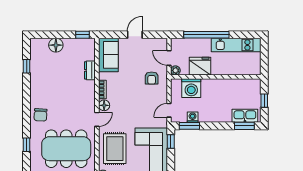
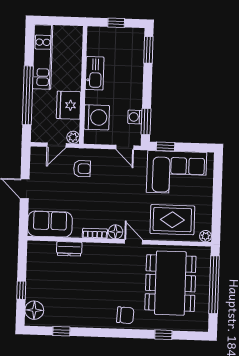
window: (82, 35) -> (21, 290), moved
floor lamp: (56, 45) -> (34, 310), moved
kitchen sink: (245, 116) -> (95, 73), moved, turned 180

